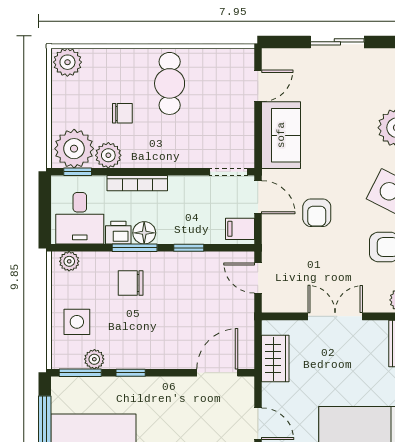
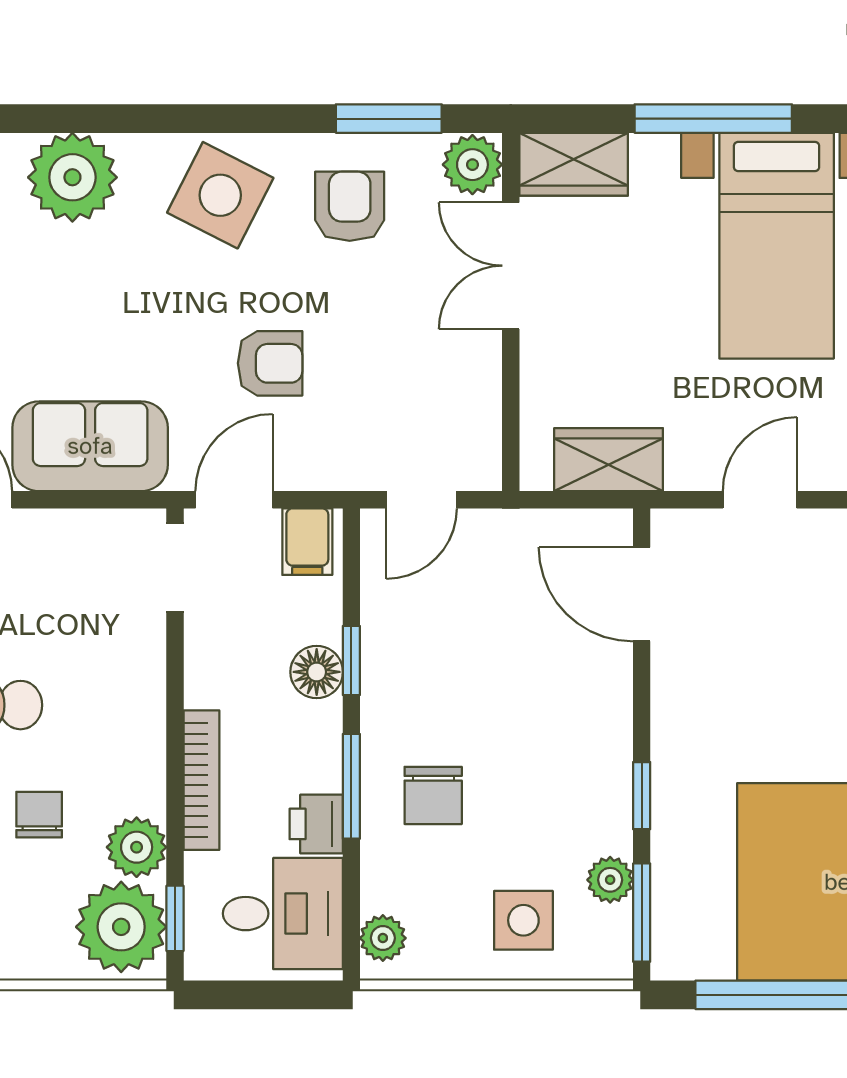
floor lamp: (144, 233) -> (317, 672), moved
double door: (335, 316) -> (511, 266), moved

